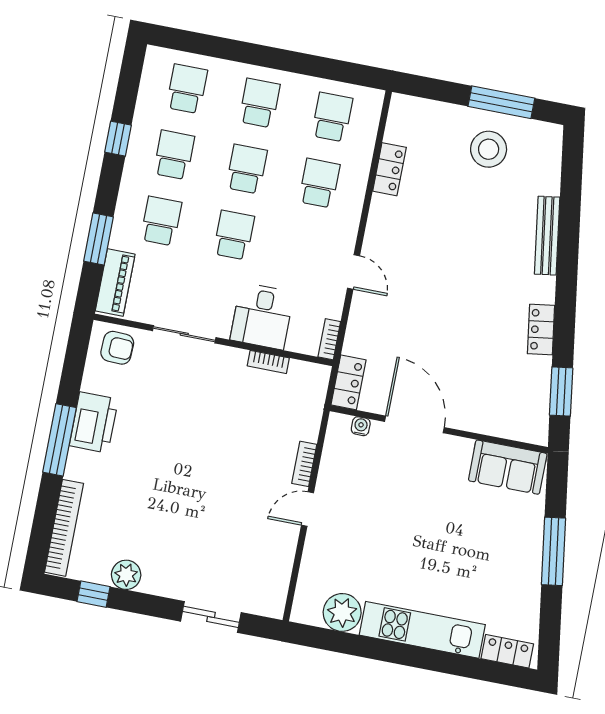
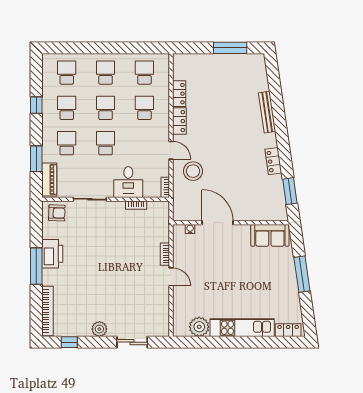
stool: (489, 149) -> (193, 171), moved
locker: (348, 382) -> (179, 121), moved
door: (308, 509) -> (171, 277), swing flipped
plant: (126, 575) -> (99, 329), moved

